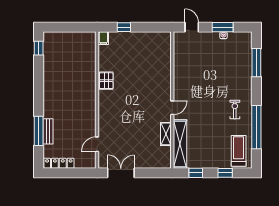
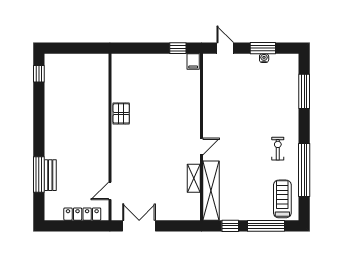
window: (124, 27) -> (178, 48), moved
filing cabinet: (103, 38) -> (193, 62), moved
locker: (59, 163) -> (82, 214), moved
window: (225, 173) -> (266, 226), width x2.17

